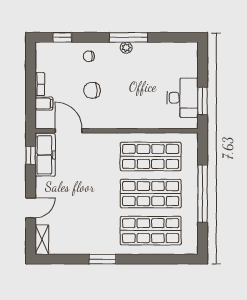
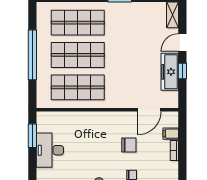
desk: (183, 98) -> (50, 150), moved
door: (69, 131) -> (149, 110), hinge flipped
window: (31, 155) -> (182, 71), moved
freezer: (45, 155) -> (170, 72), moved

